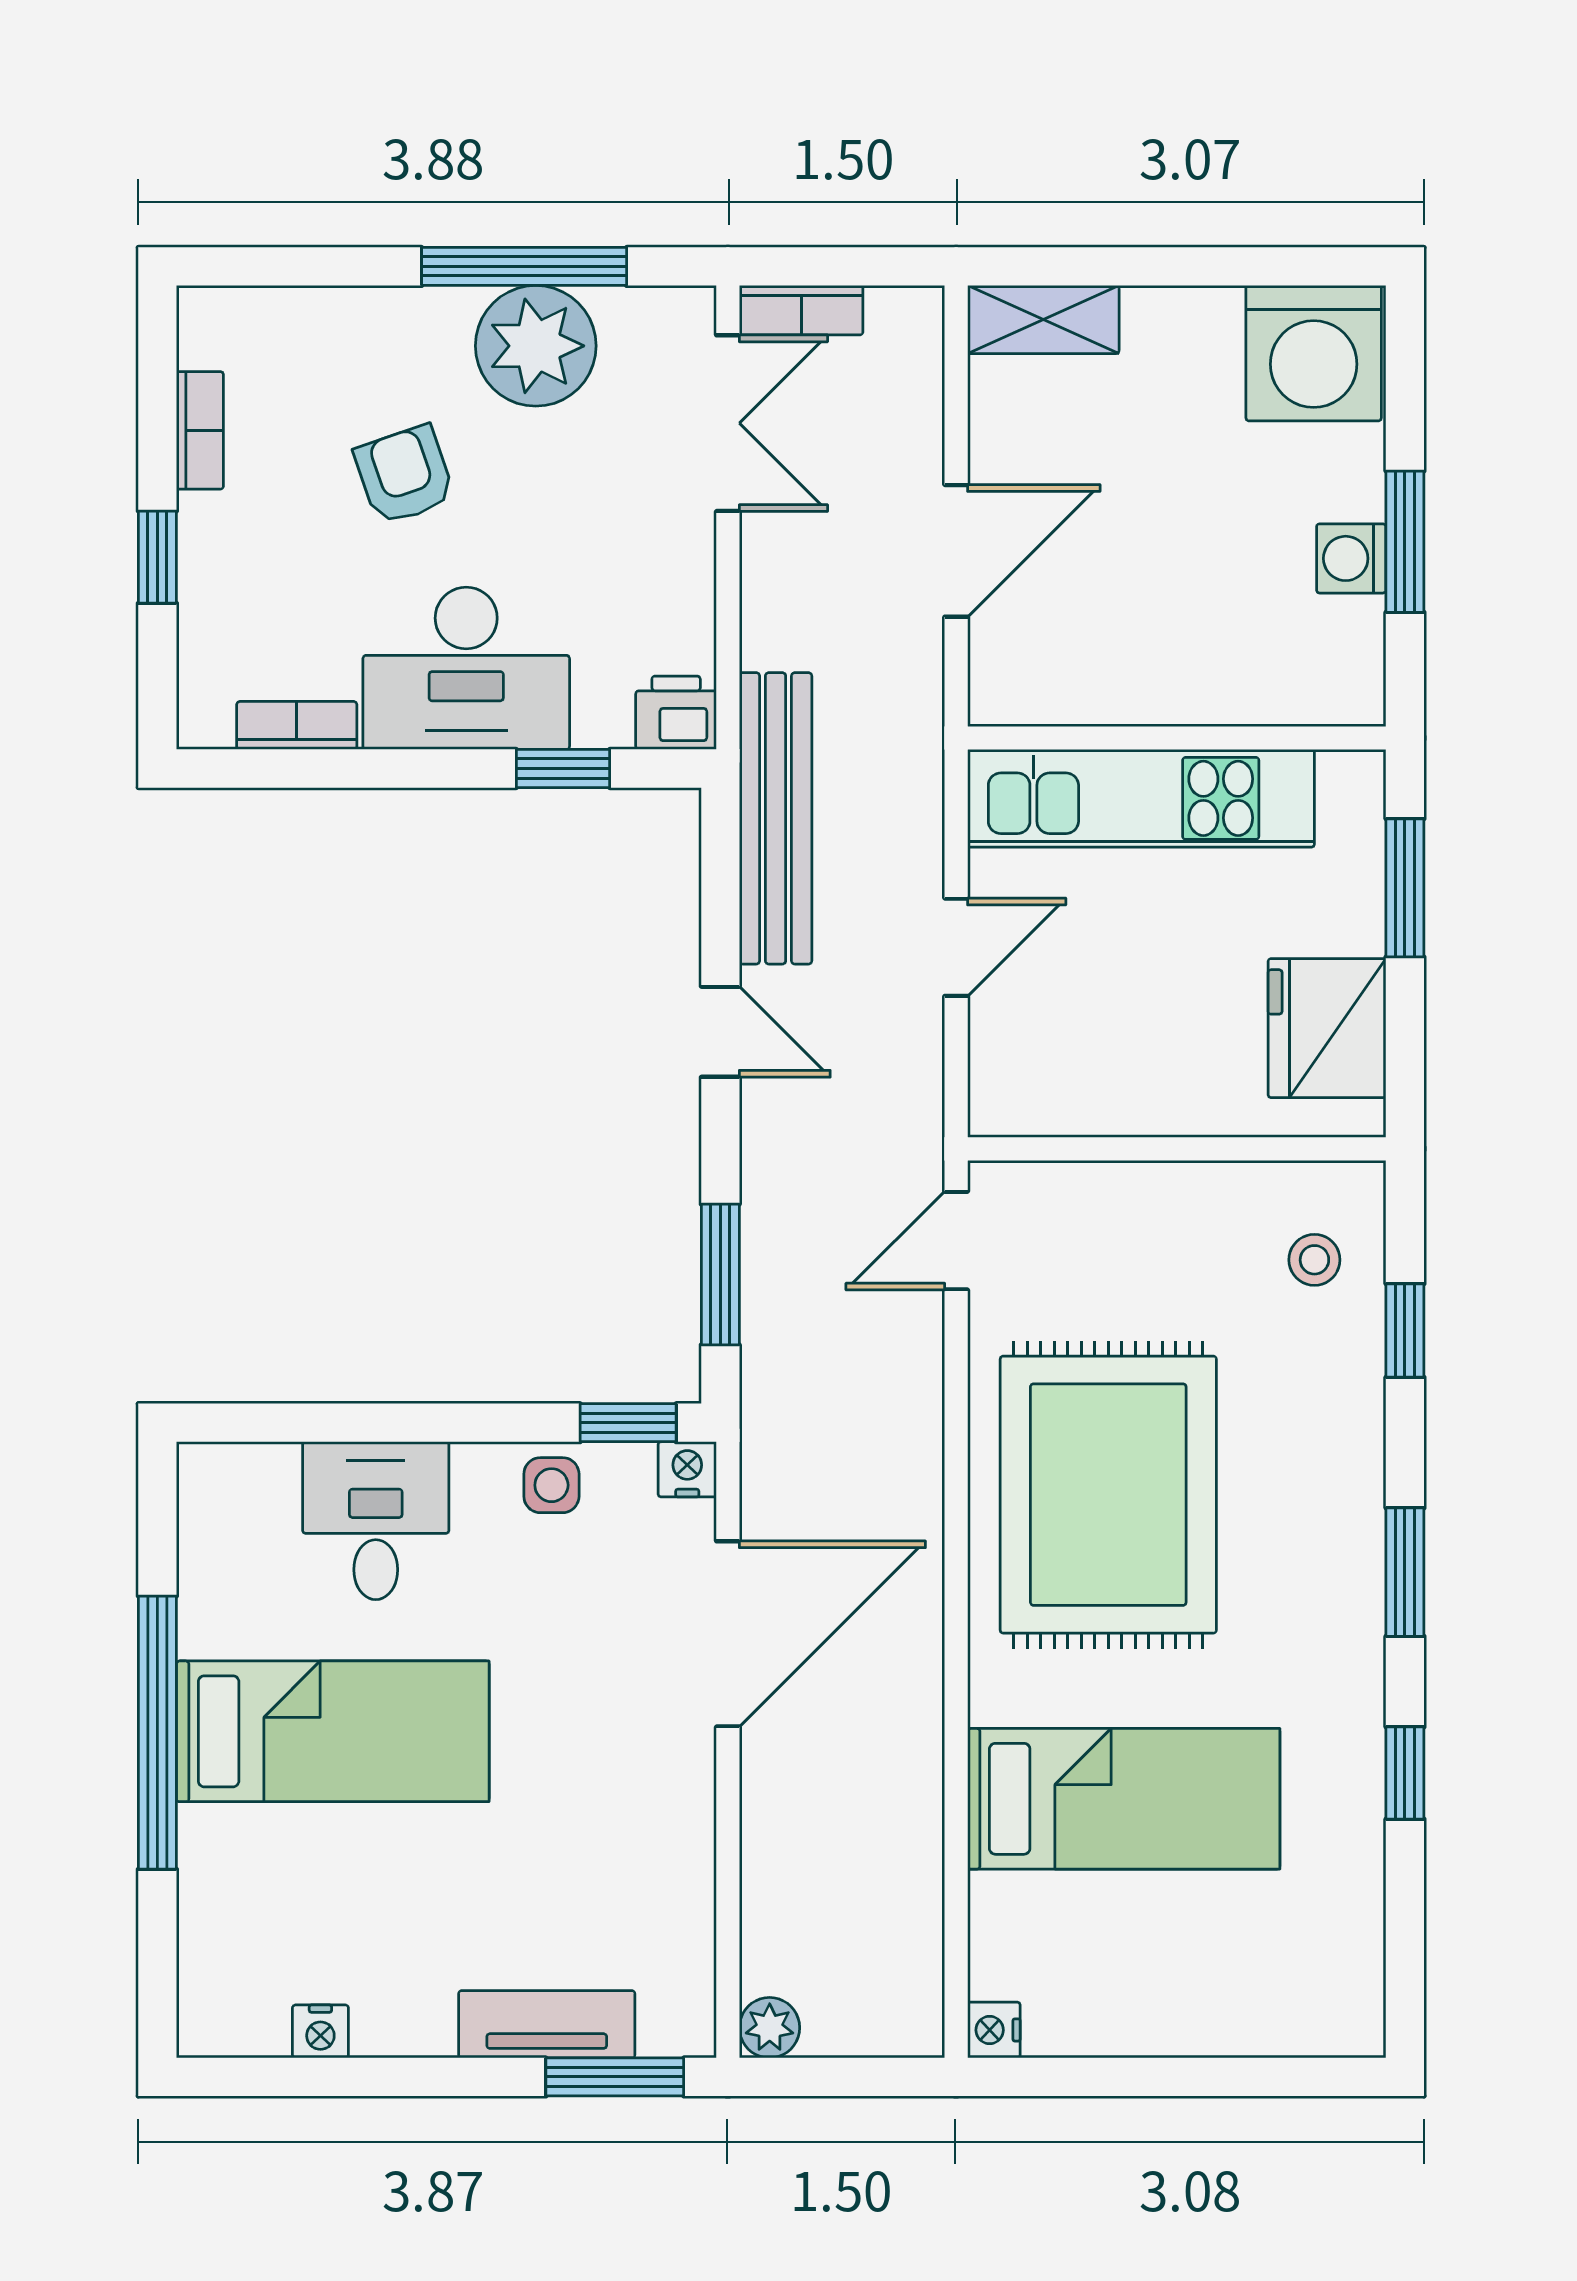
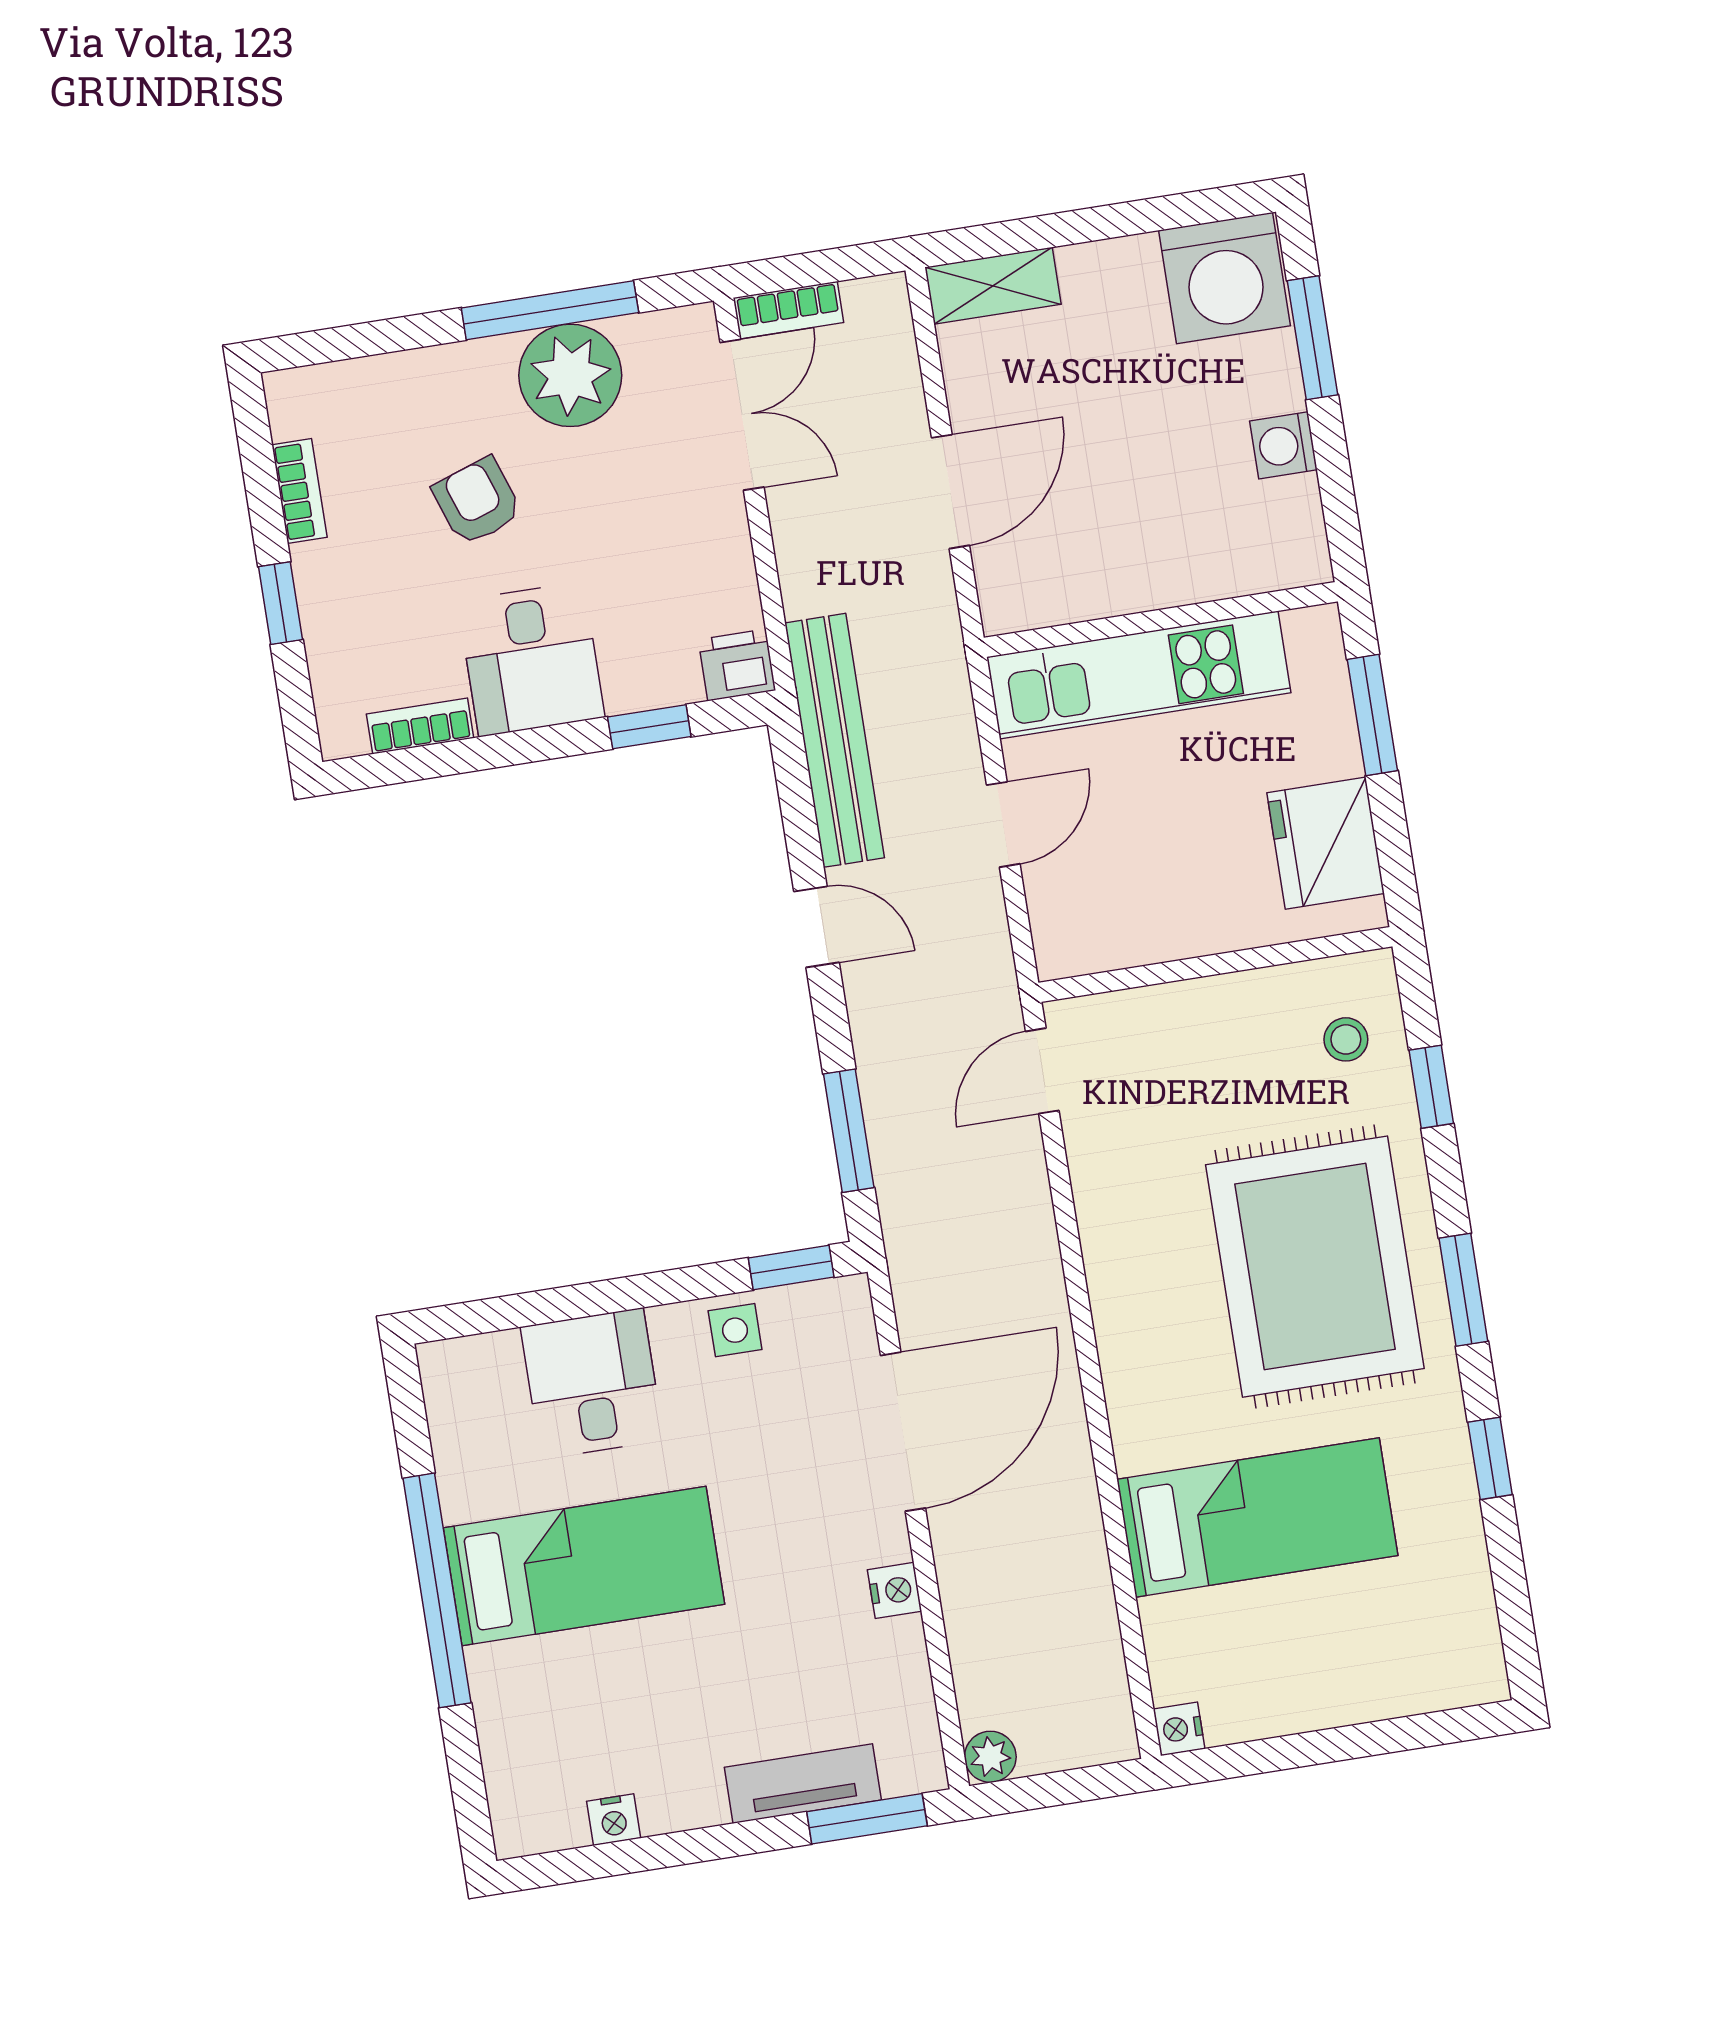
window: (1405, 542) -> (1313, 338), moved
desk: (466, 668) -> (531, 659), width x0.73
nightstand: (687, 1469) -> (895, 1590), moved, turned 90
rug: (1108, 1495) -> (1315, 1267), moved

